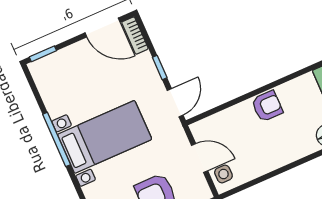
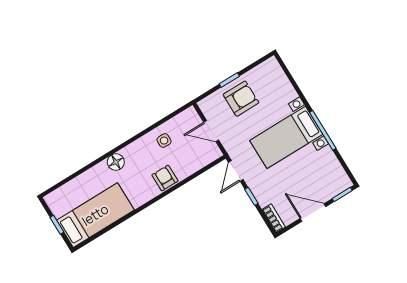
door: (103, 28) -> (313, 213), moved
armchair: (267, 106) -> (165, 178), turned 90
side table: (223, 174) -> (164, 141), moved

